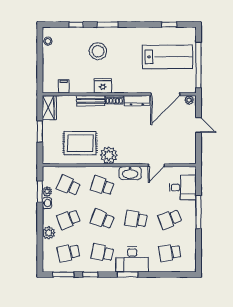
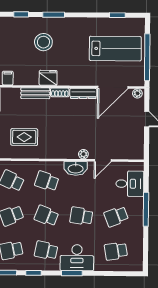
rug: (80, 143) -> (24, 137), width x0.73, depth x0.70
plant: (109, 155) -> (83, 154), moved, width x0.53, depth x0.53

